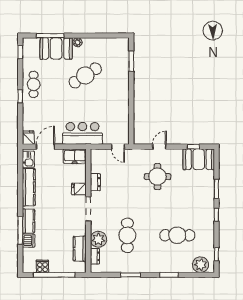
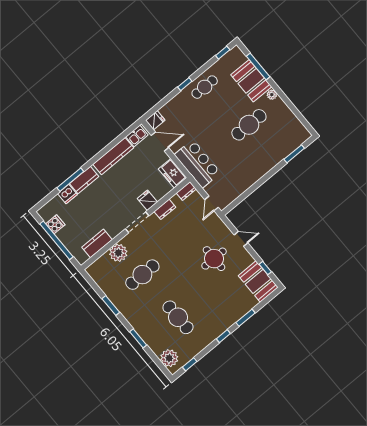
cafe table: (85, 75) -> (249, 125), turned -57
dresser: (95, 256) -> (186, 191), moved

